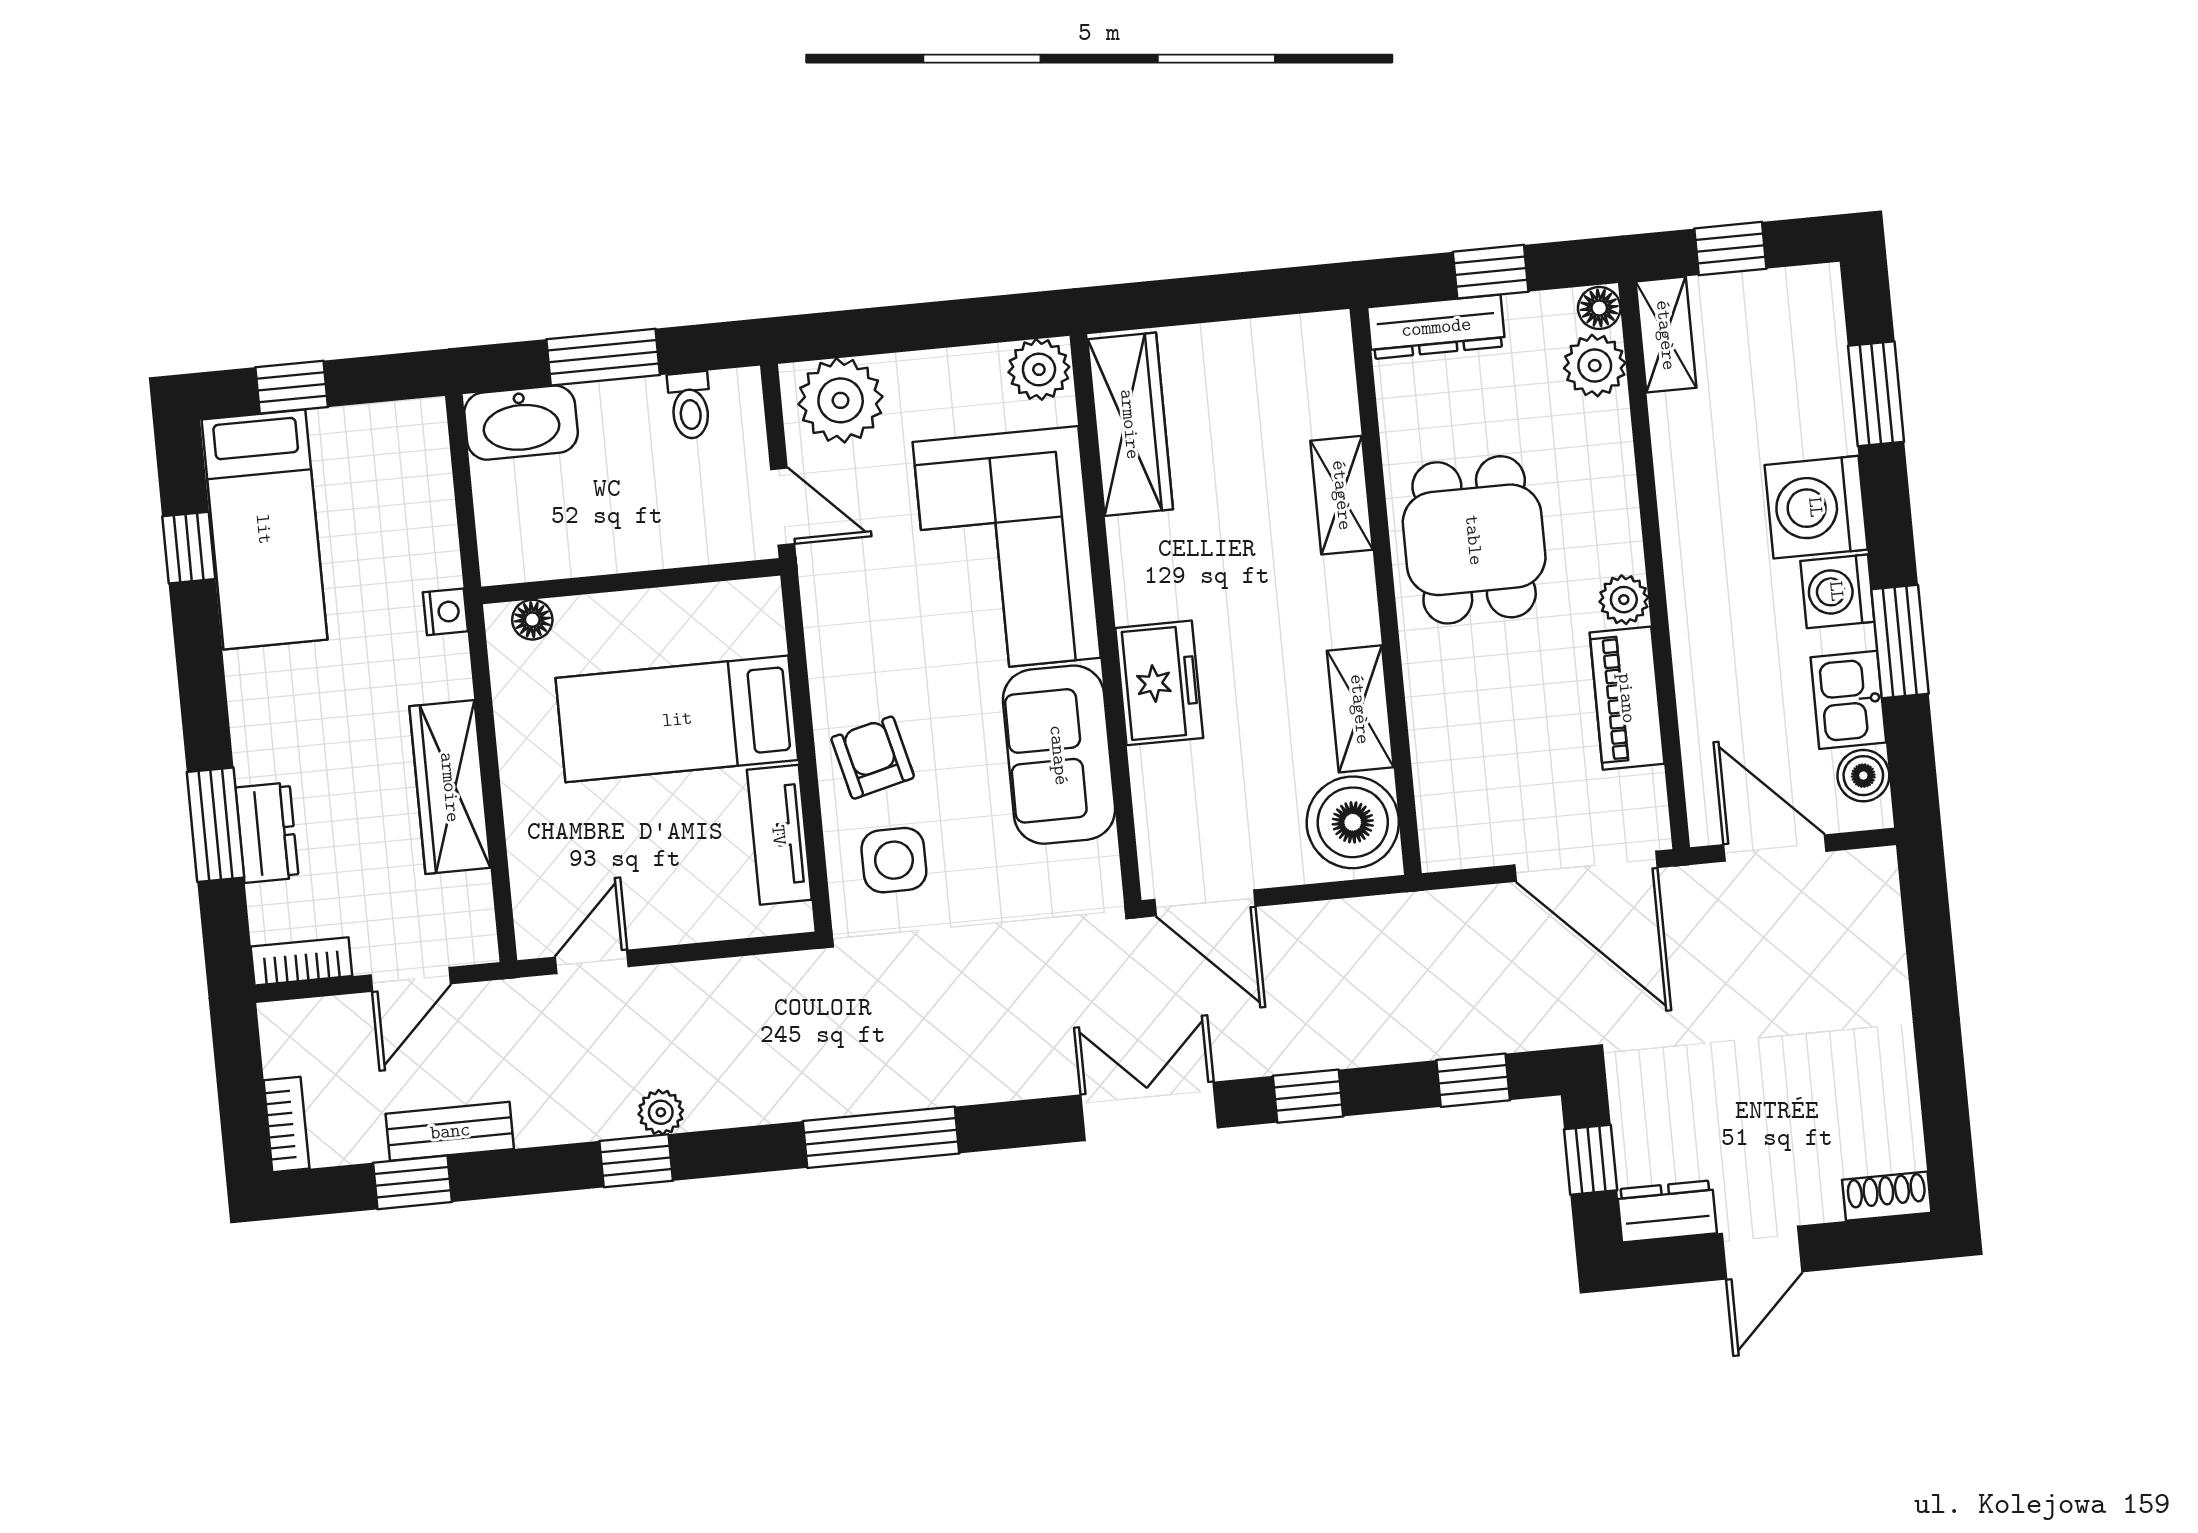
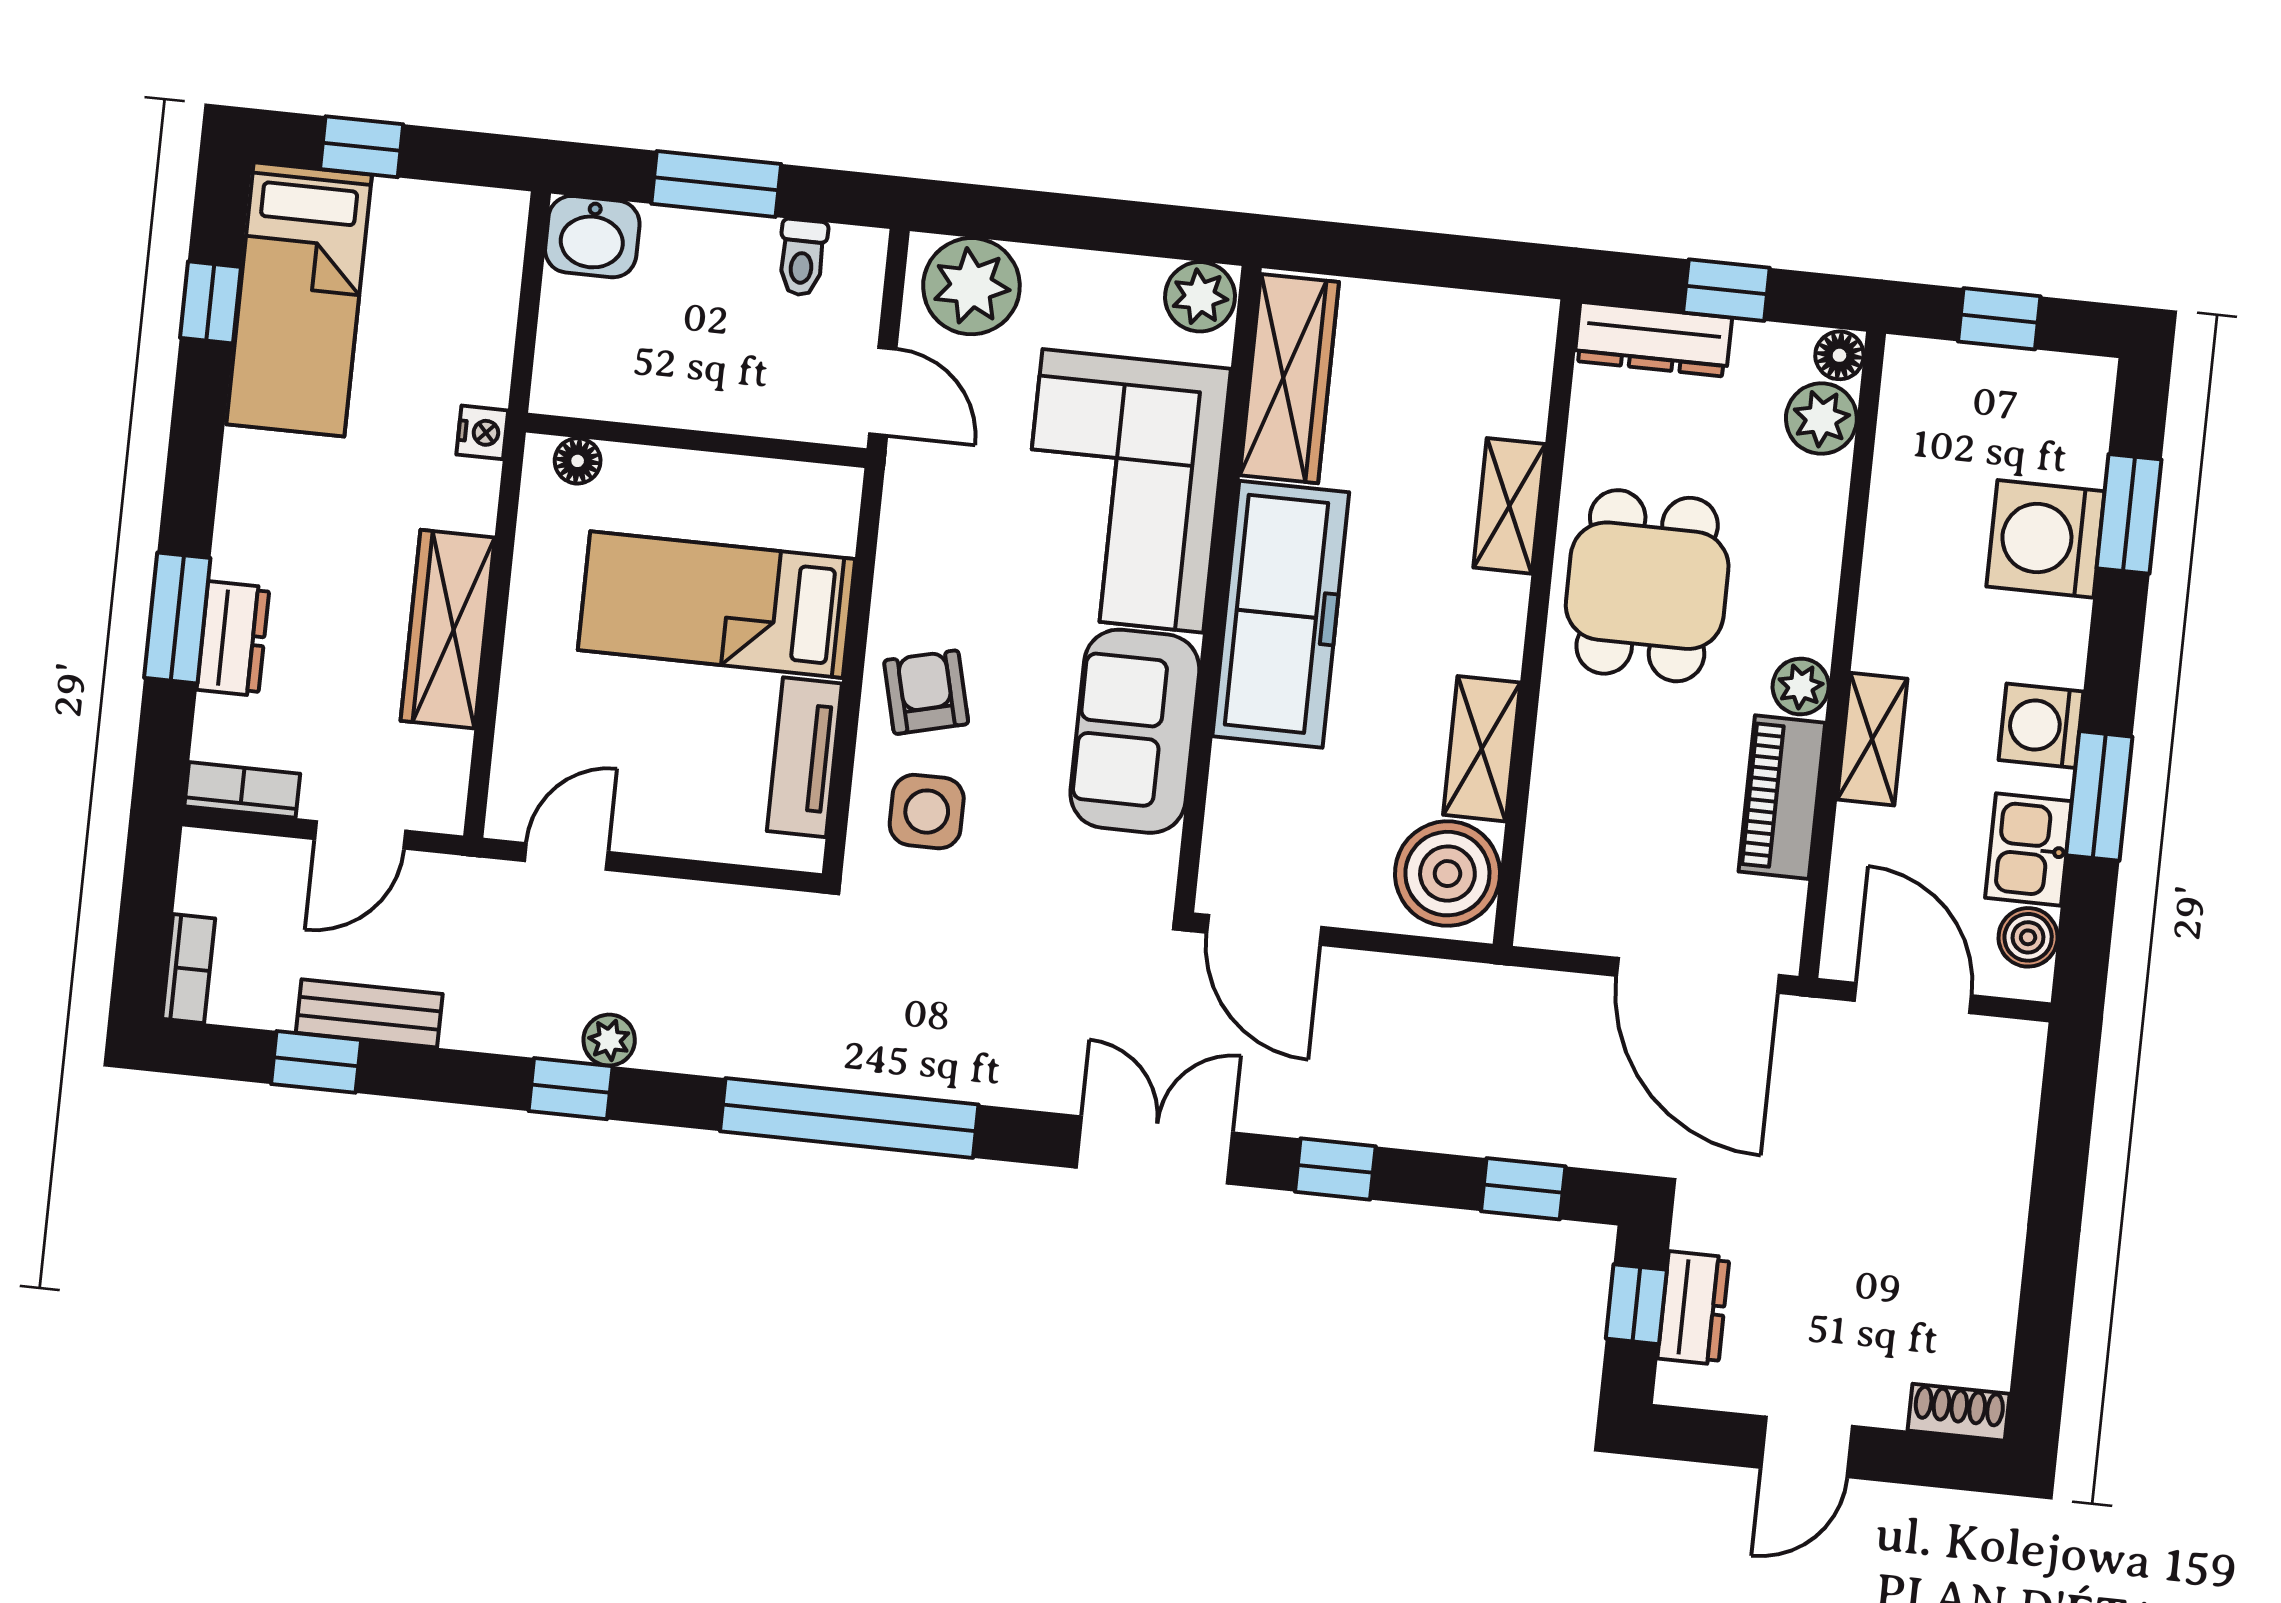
shelving: (1666, 335) -> (1872, 739), moved
washbasin: (521, 423) -> (592, 237), width x0.72
washing machine: (1816, 507) -> (2045, 539), moved
freezer: (1159, 683) -> (1281, 614), width x1.91, depth x1.26
window: (881, 1137) -> (849, 1118), width x1.46
dresser: (1667, 1211) -> (1693, 1308), moved, turned 90

